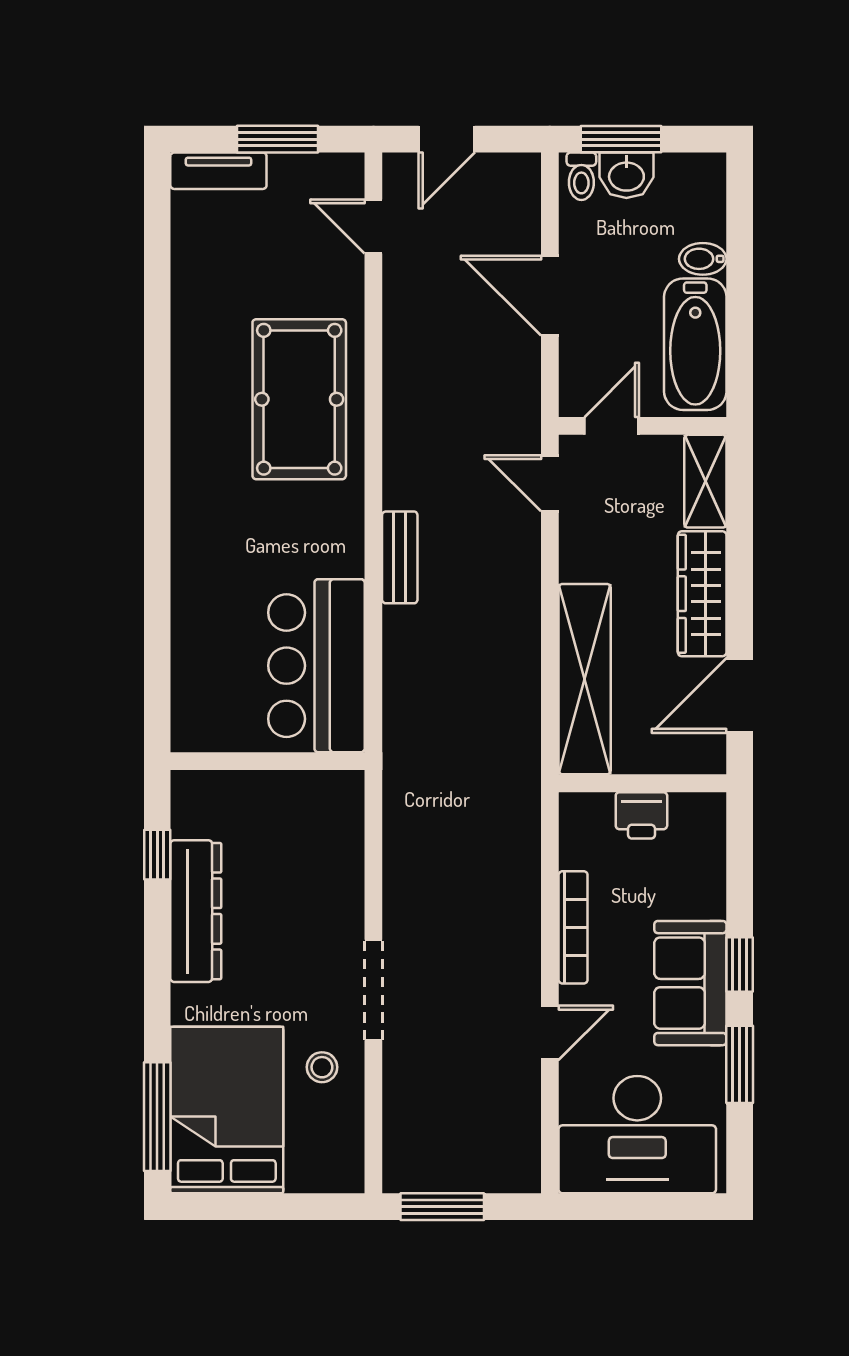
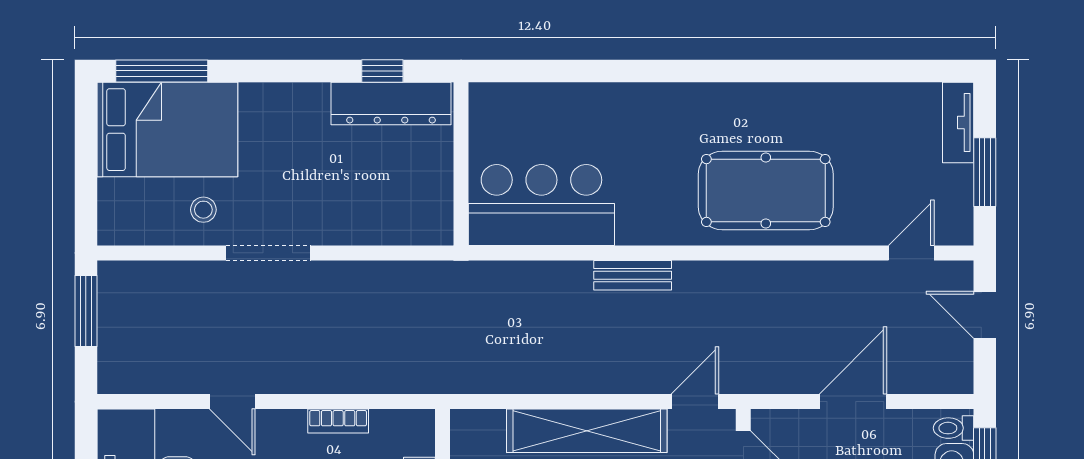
shelving: (585, 679) -> (587, 431), moved
dresser: (196, 911) -> (391, 103), moved
bookcase: (573, 927) -> (338, 421), width x0.64

